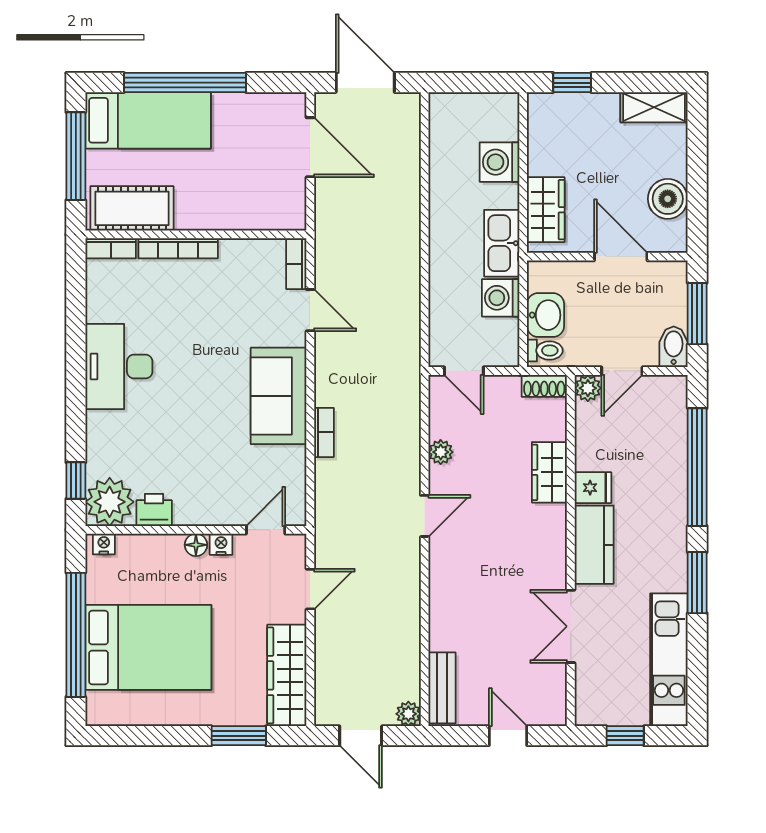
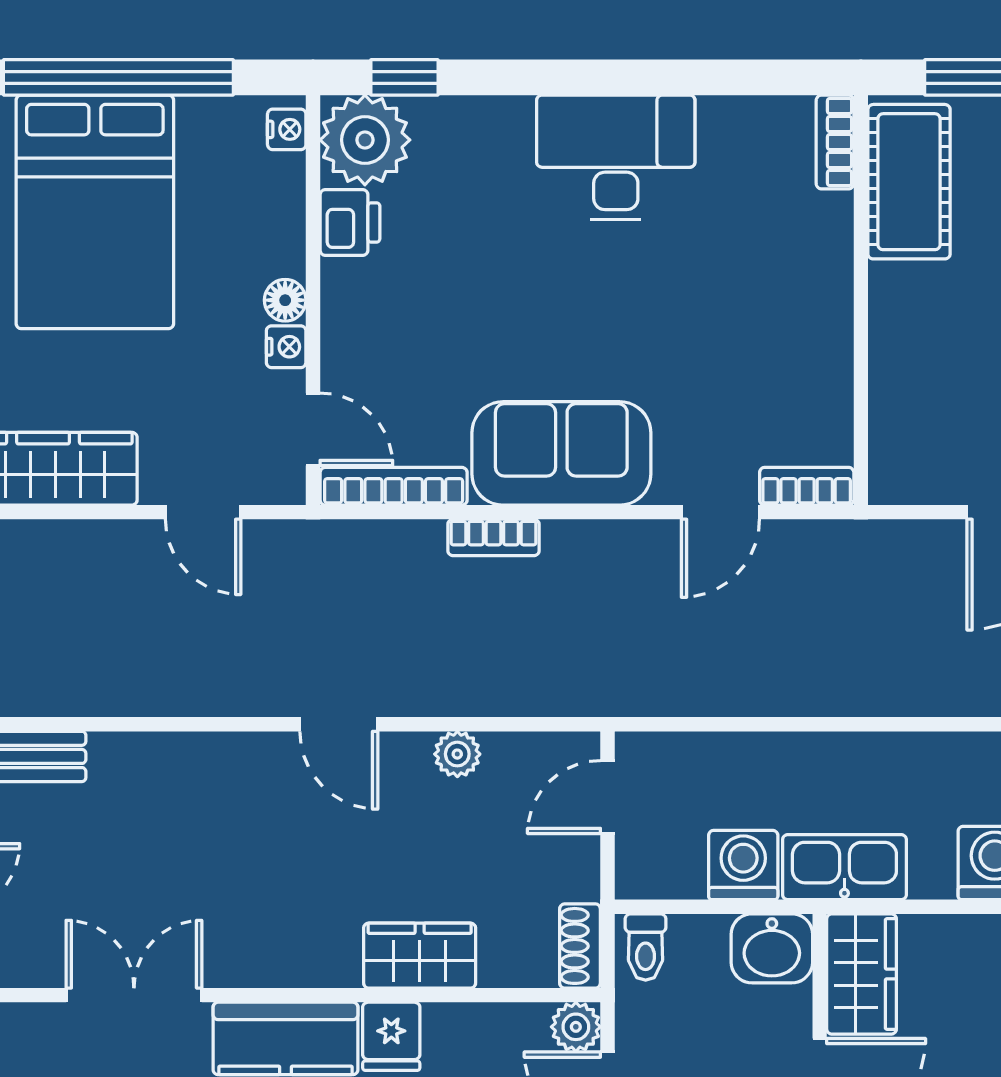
wardrobe: (546, 210) -> (862, 974), moved, turned -90
bookcase: (178, 248) -> (394, 486), moved, turned 90
washbasin: (545, 315) -> (772, 948), moved

